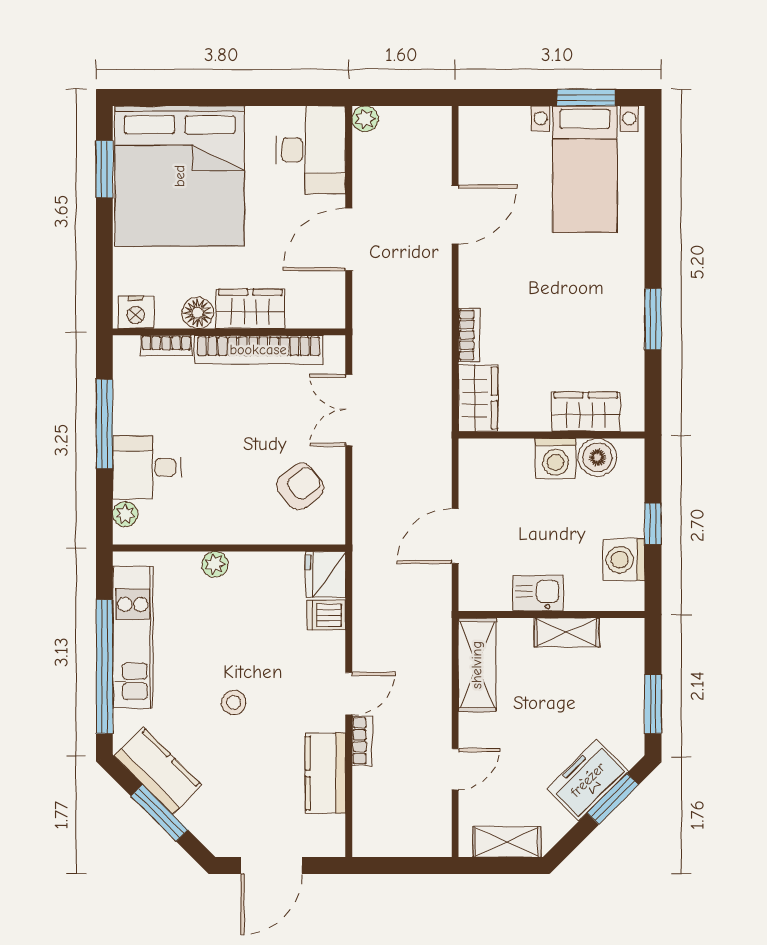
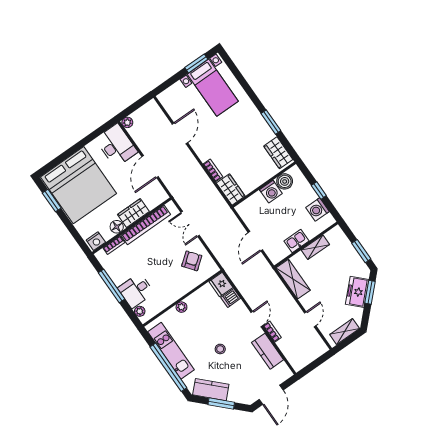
wardrobe: (586, 412) -> (278, 153), moved, turned -90

